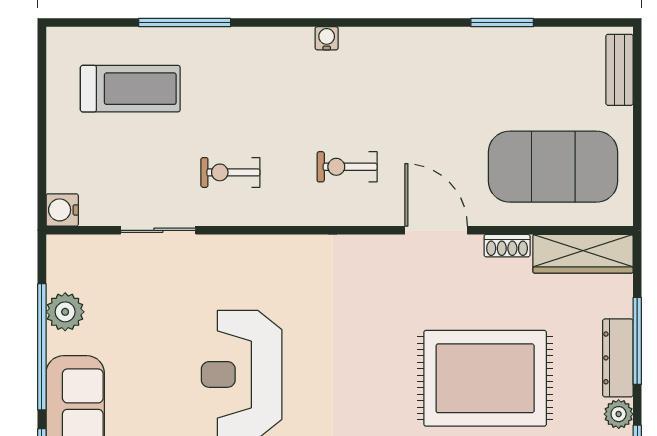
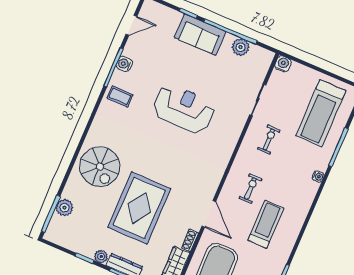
water cooler: (327, 38) -> (318, 177), moved
treadmill: (130, 89) -> (321, 113), width x1.37, depth x1.38
treadmill: (407, 104) -> (266, 224), added
door: (436, 230) -> (209, 214), hinge flipped

